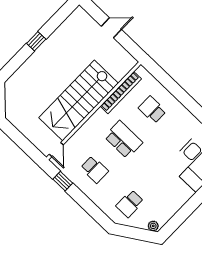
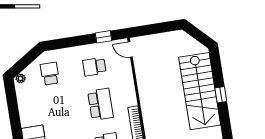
stairs: (79, 100) -> (200, 91), moved, turned 180
school desk: (123, 140) -> (100, 104), turned -90

